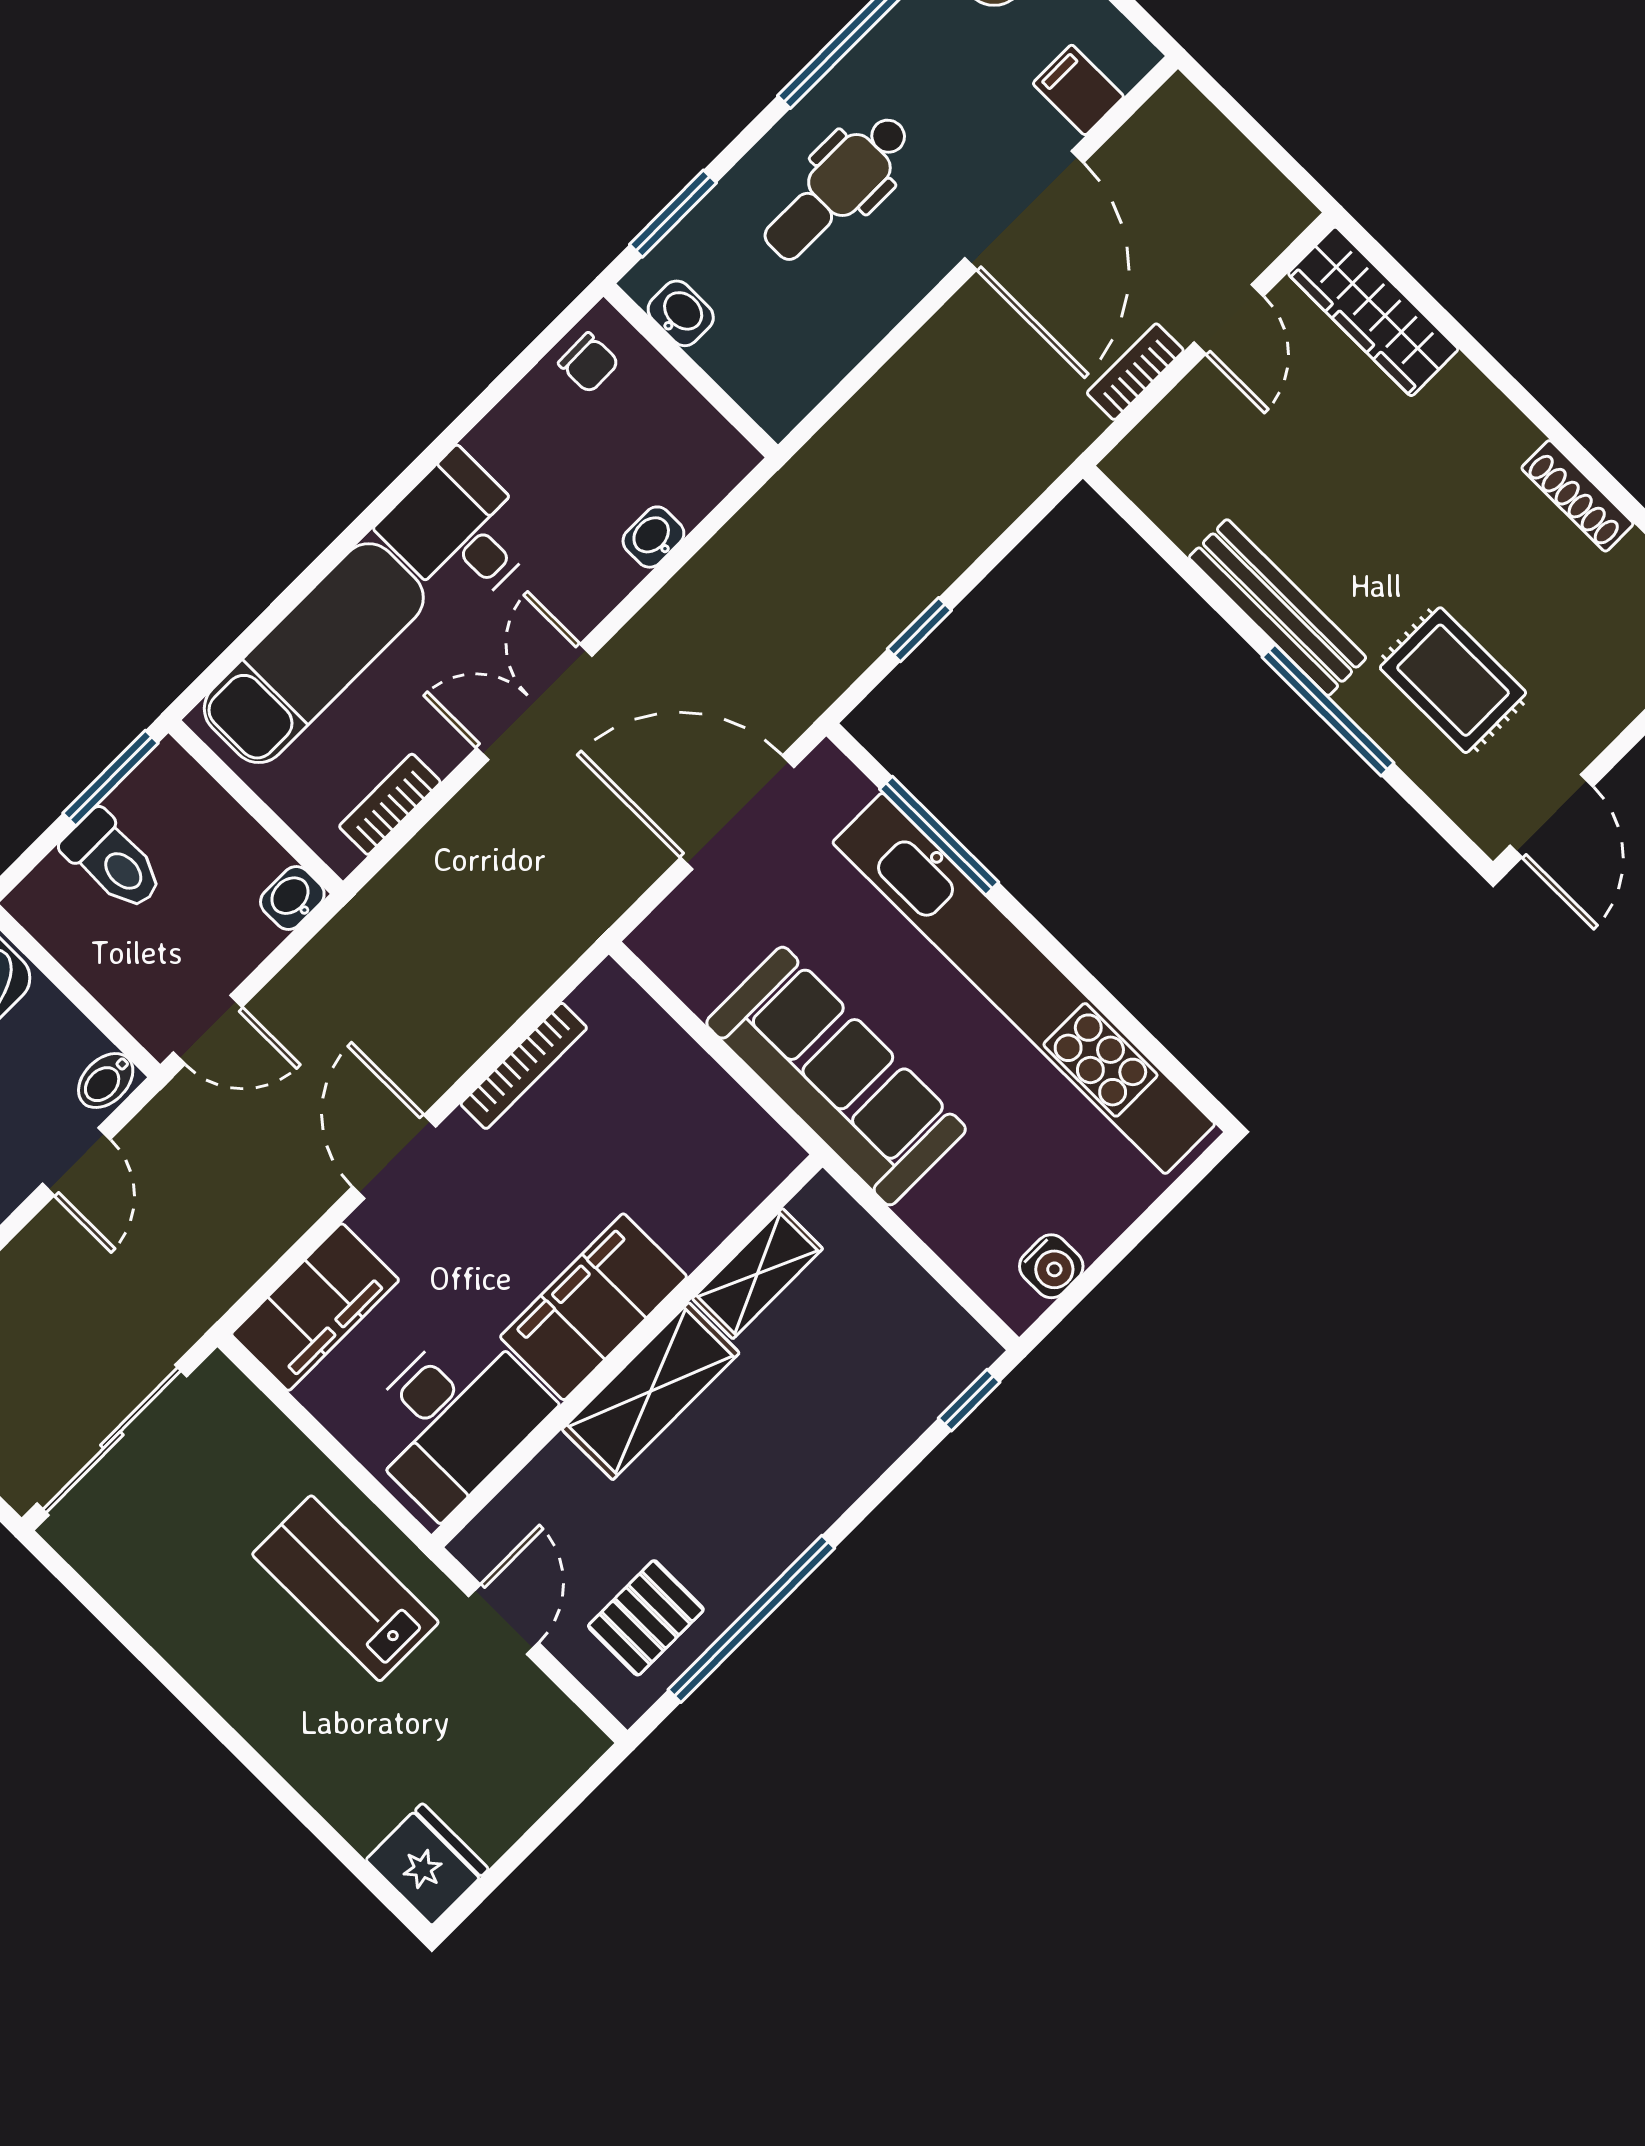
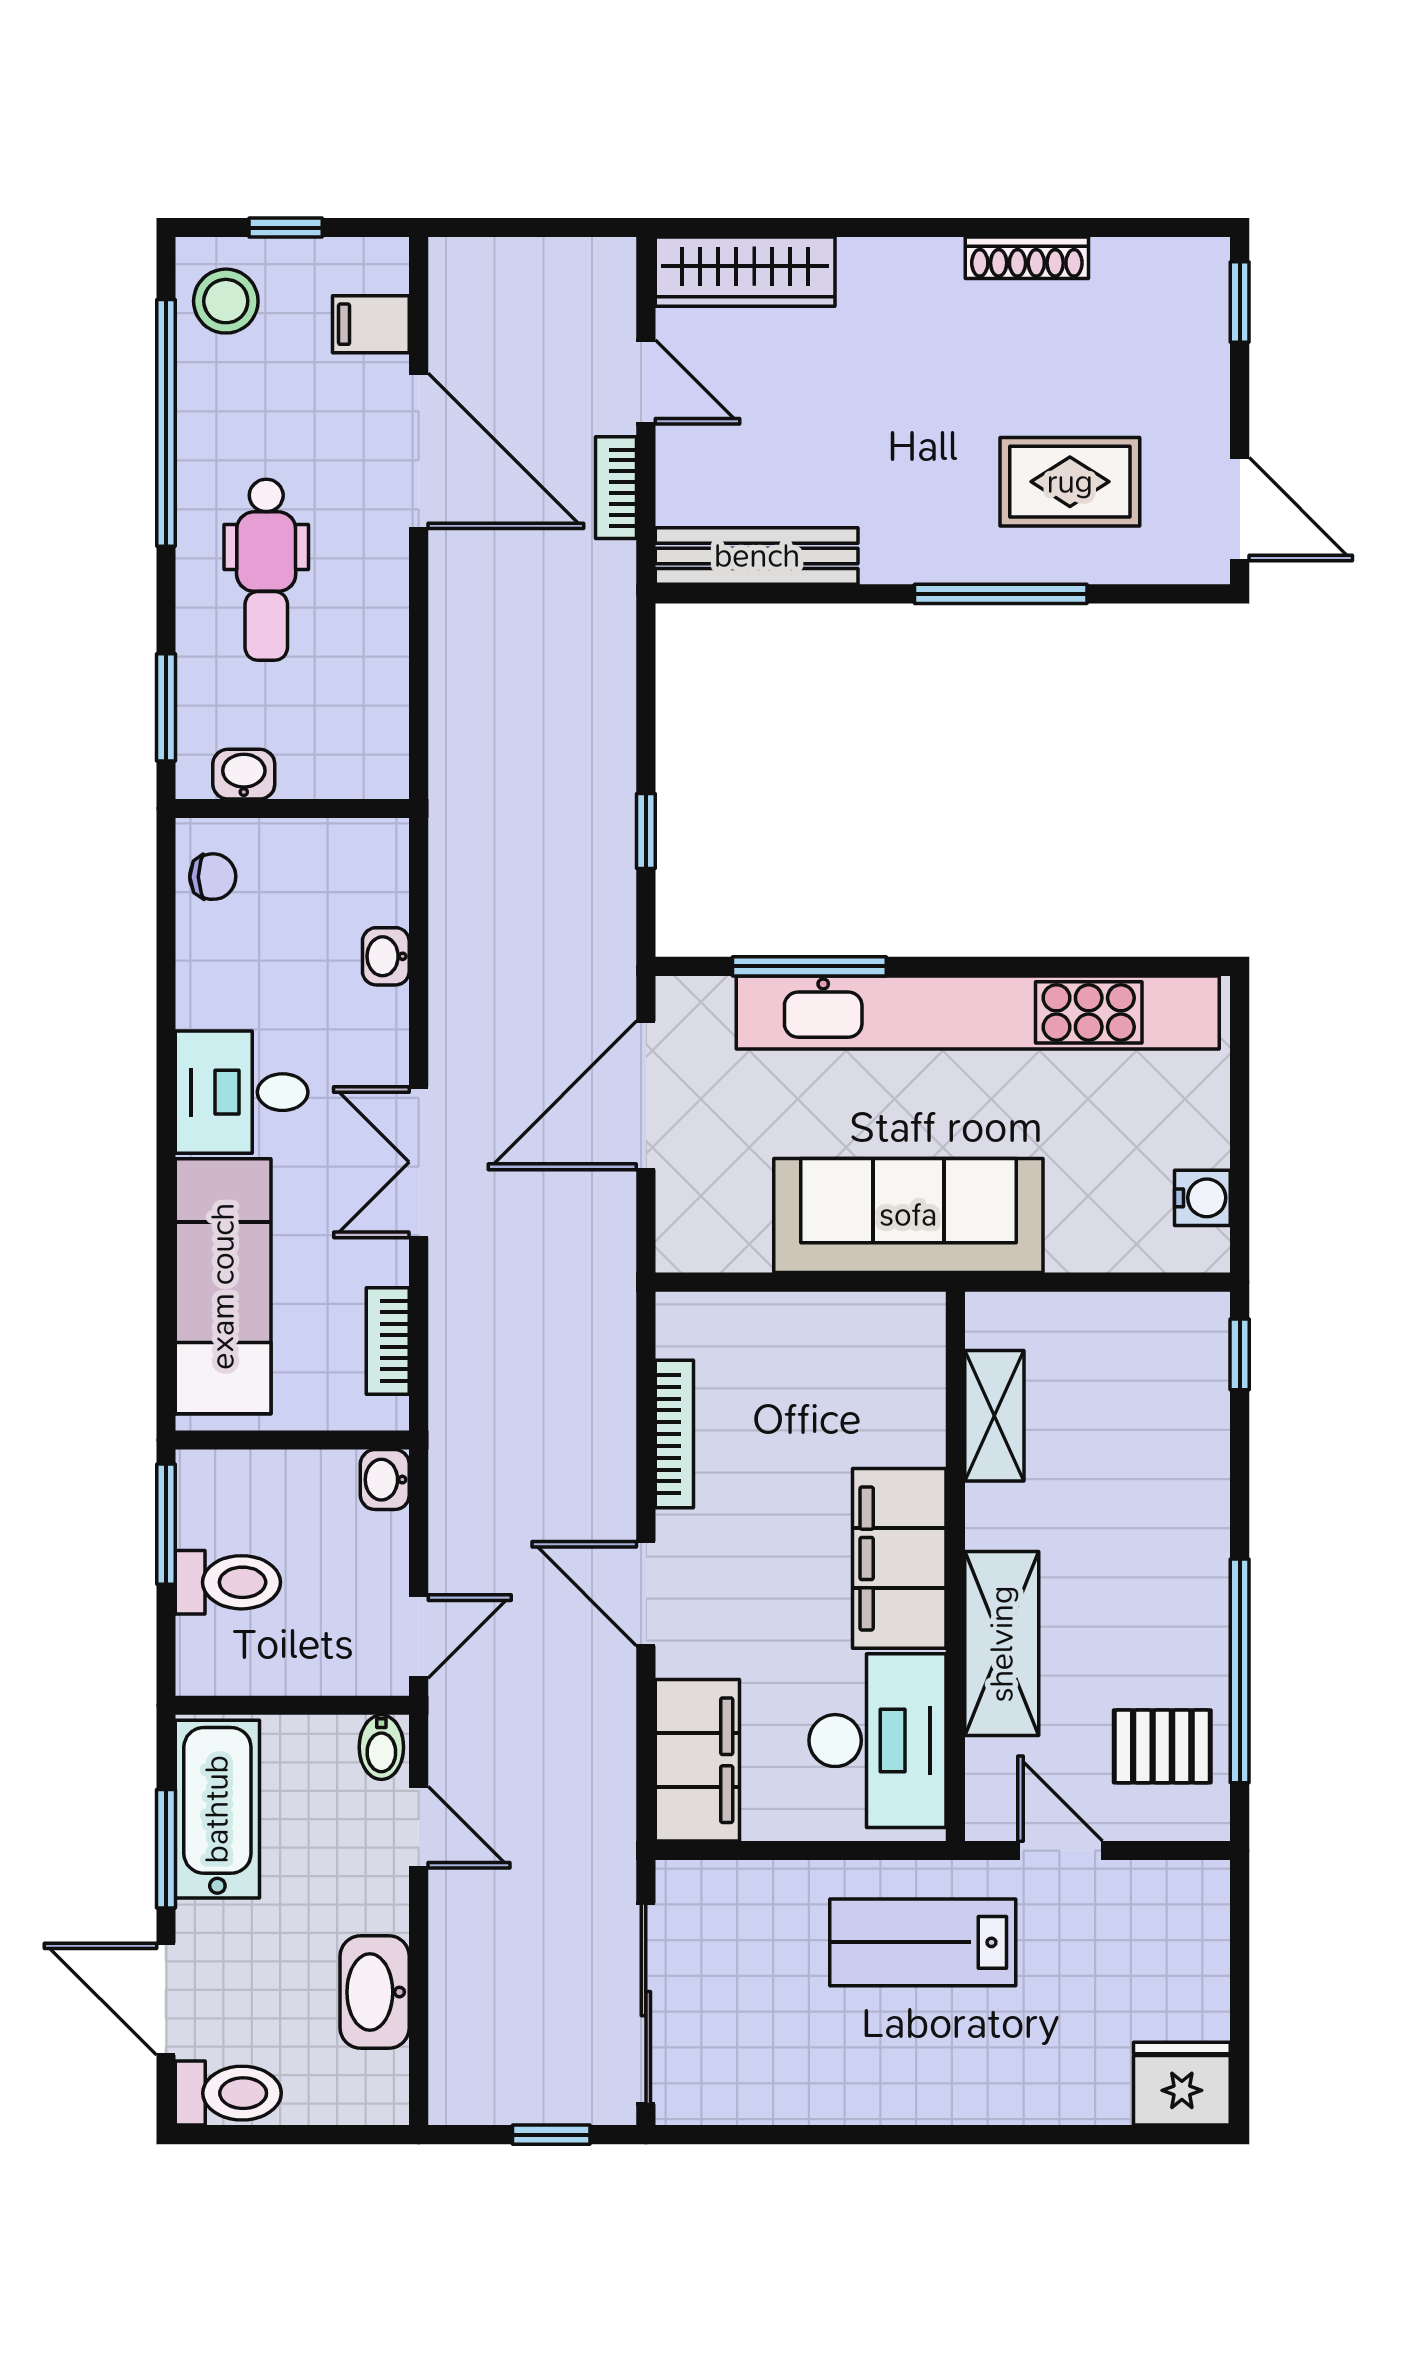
bench: (1277, 608) -> (757, 556), moved
shelving: (651, 1391) -> (1002, 1644), moved
pallet: (646, 1618) -> (1162, 1746), turned 90

